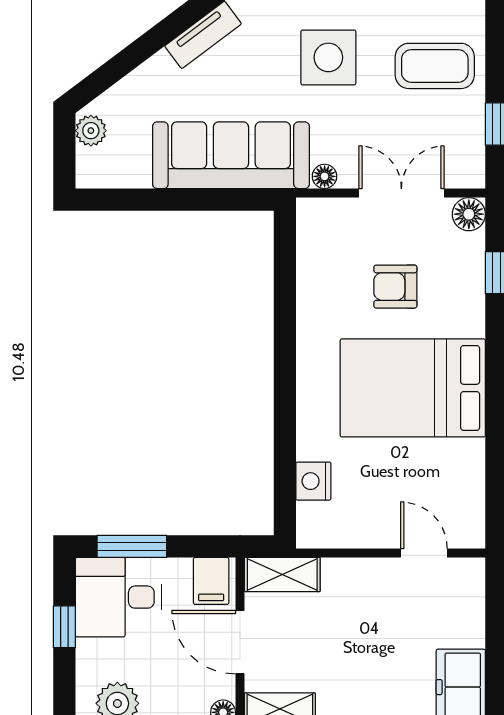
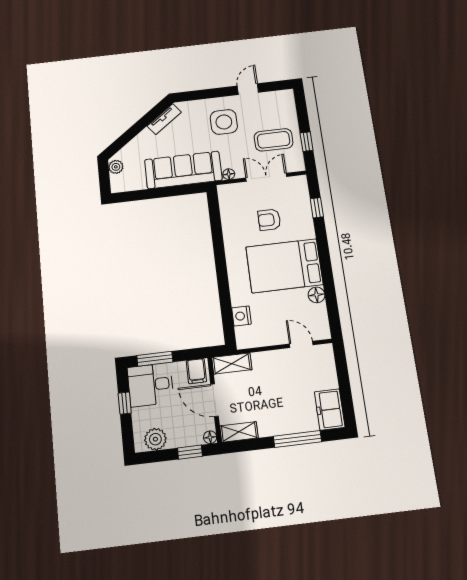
coffee table: (435, 66) -> (274, 140), moved
floor lamp: (469, 214) -> (317, 295), moved

